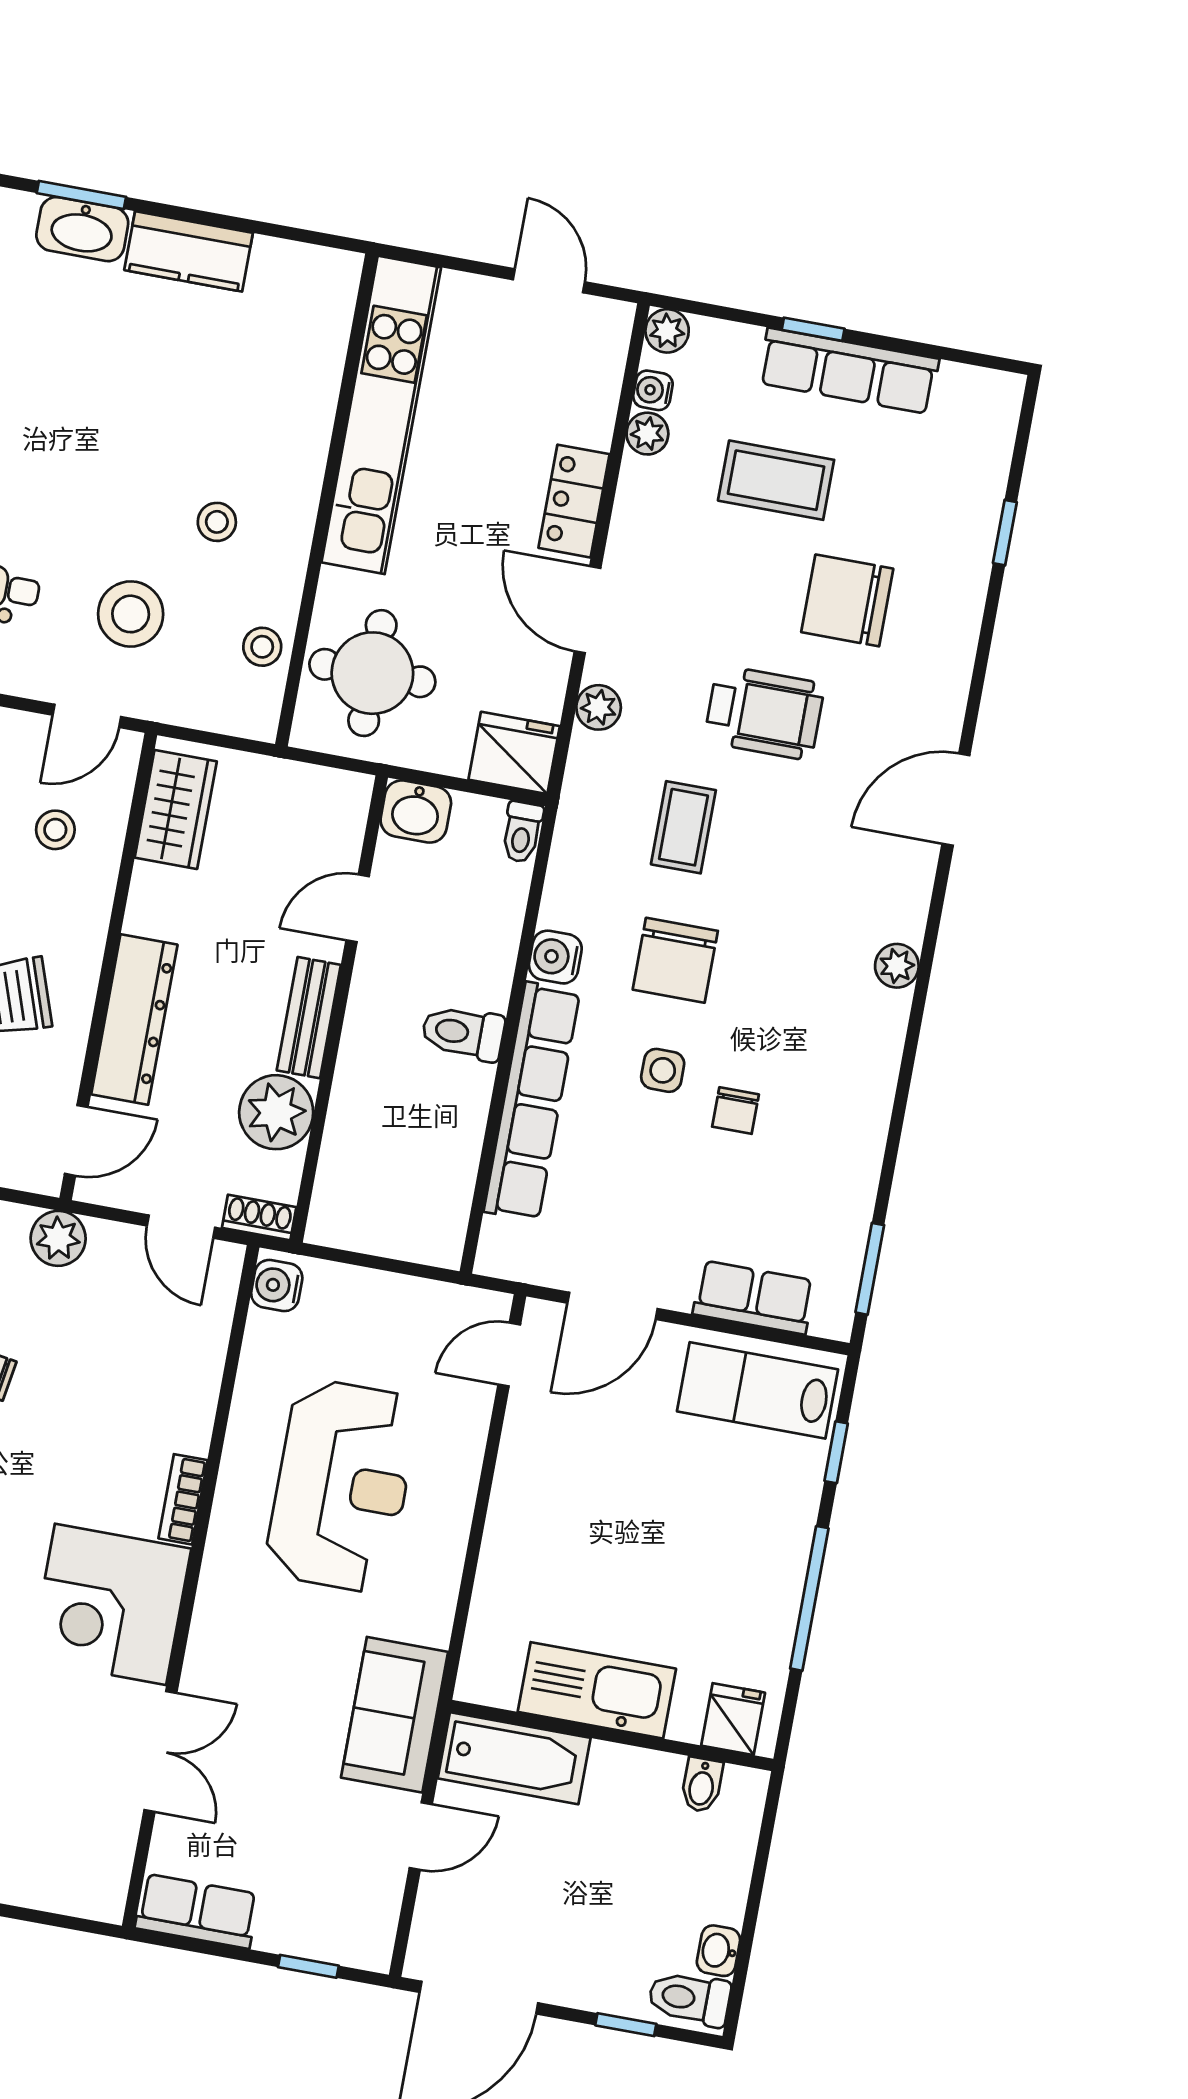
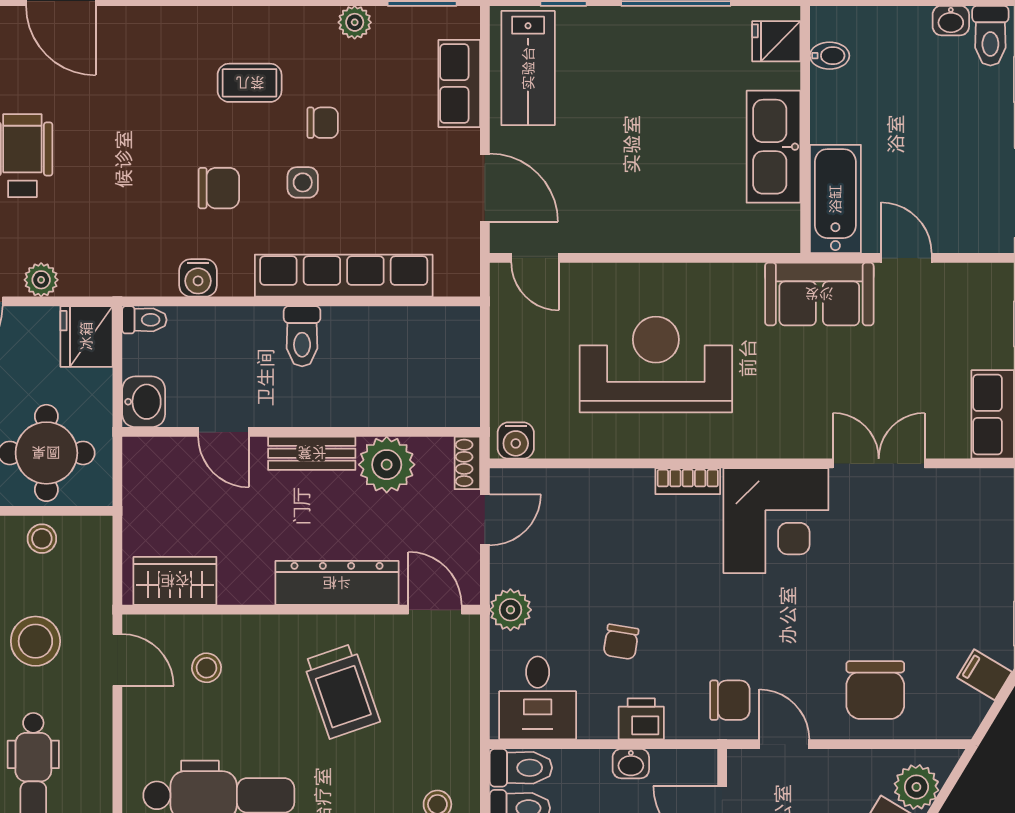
coffee table: (683, 827) -> (250, 83), moved
water cooler: (555, 957) -> (198, 278), moved
chair: (675, 960) -> (219, 188), width x0.73, depth x0.73
plant: (897, 966) -> (355, 22), moved

